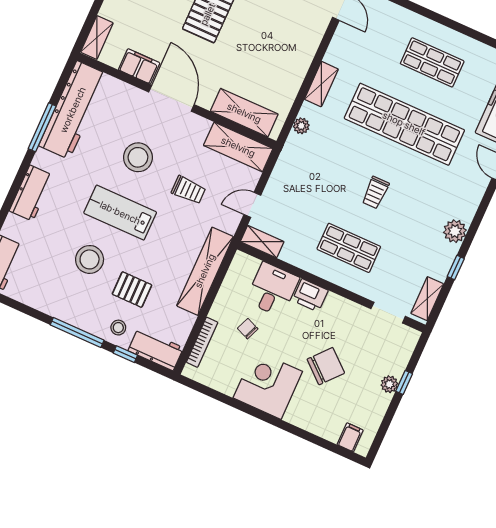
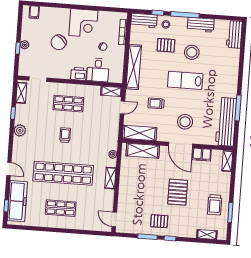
stool: (138, 157) -> (185, 122), moved
workbench: (31, 193) -> (201, 25), moved, turned -90
lab bench: (120, 213) -> (185, 80), turned 180

